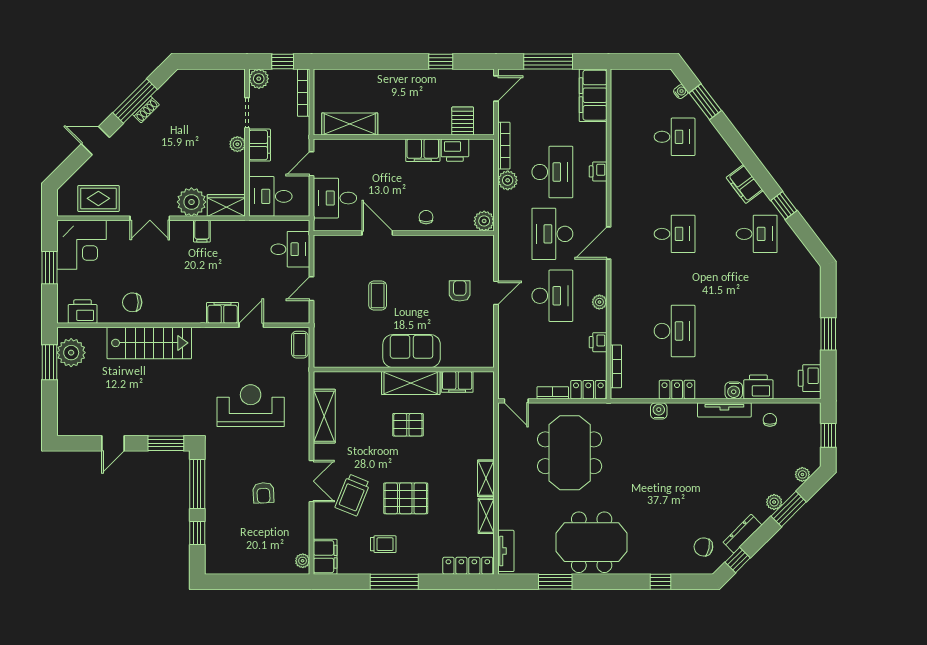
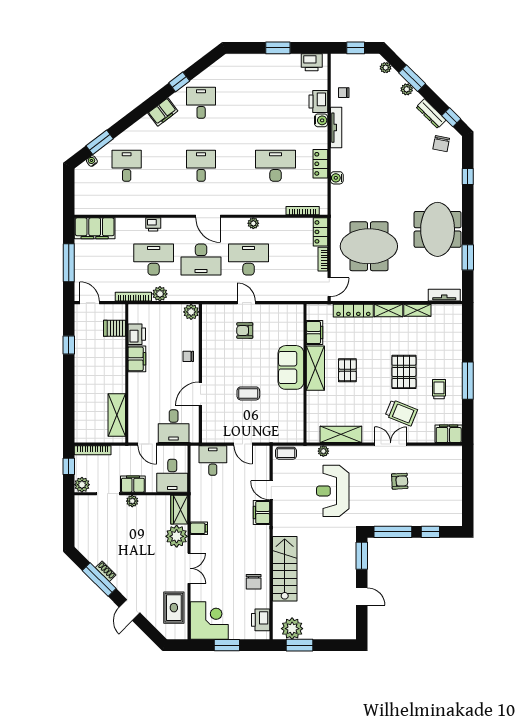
printer: (598, 342) -> (284, 224), removed
plant: (303, 561) -> (323, 451), moved
locker: (468, 566) -> (353, 311), moved, turned -90

